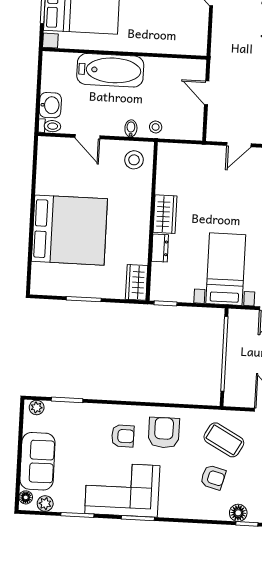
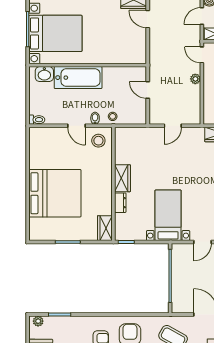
washbasin: (50, 105) -> (44, 74), moved, turned 90
door: (87, 137) -> (77, 126), moved

